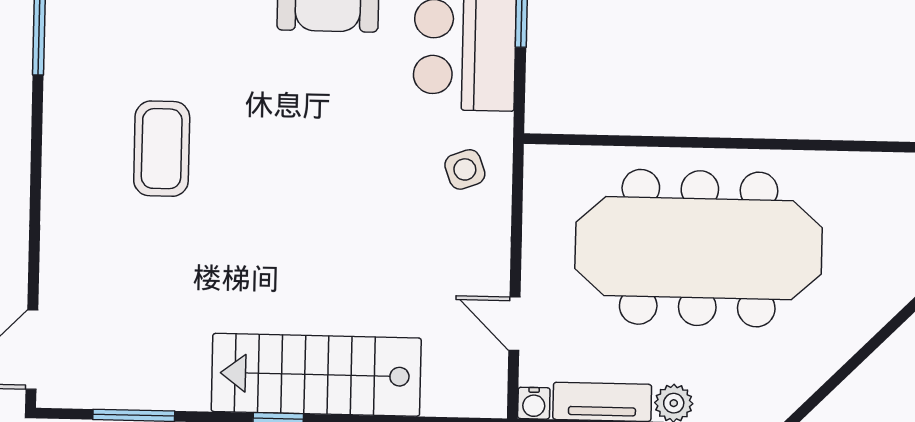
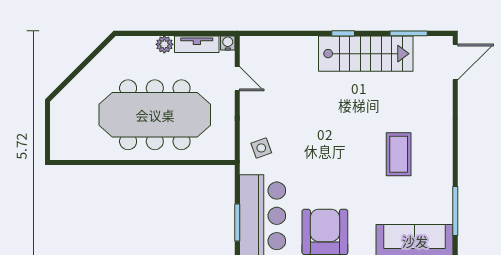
stairs: (316, 375) -> (366, 54), moved

